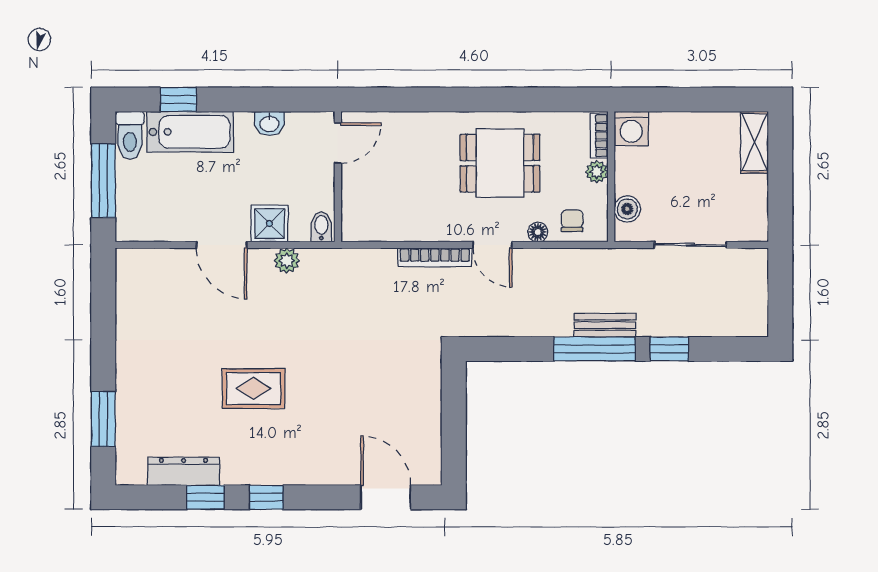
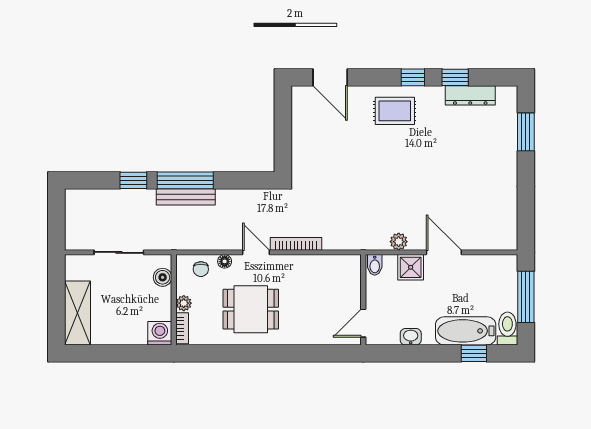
shelving: (755, 142) -> (77, 313), width x1.50, depth x1.33
bench: (605, 325) -> (186, 197), width x1.36
rug: (254, 388) -> (395, 111), moved

